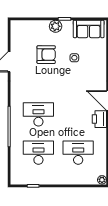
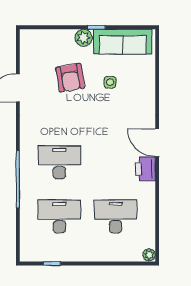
sofa: (89, 29) -> (123, 42), width x1.36
armchair: (46, 55) -> (70, 78), turned 80

